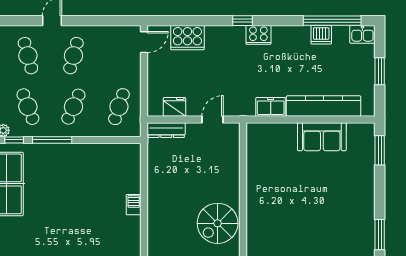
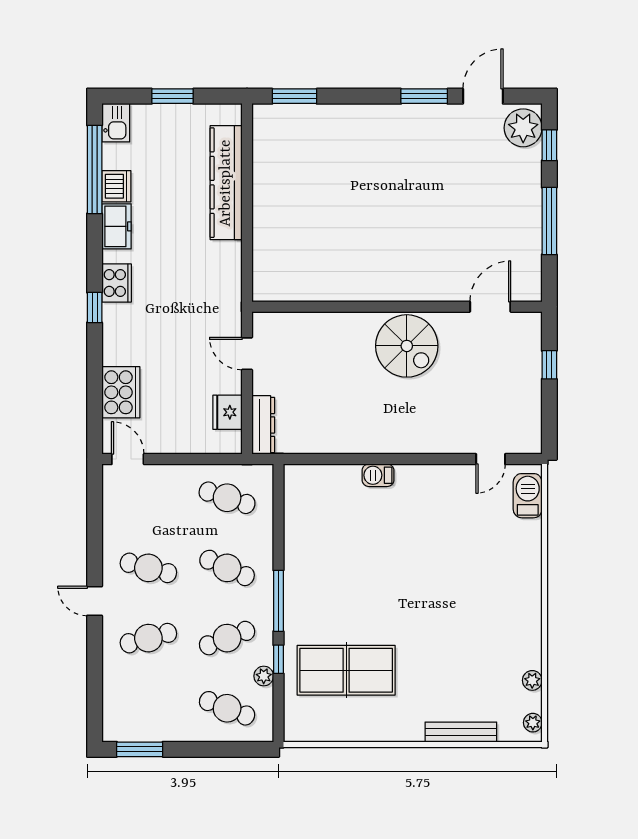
freezer: (271, 107) -> (117, 226), moved, turned 180
sofa: (322, 137) -> (274, 185), removed

